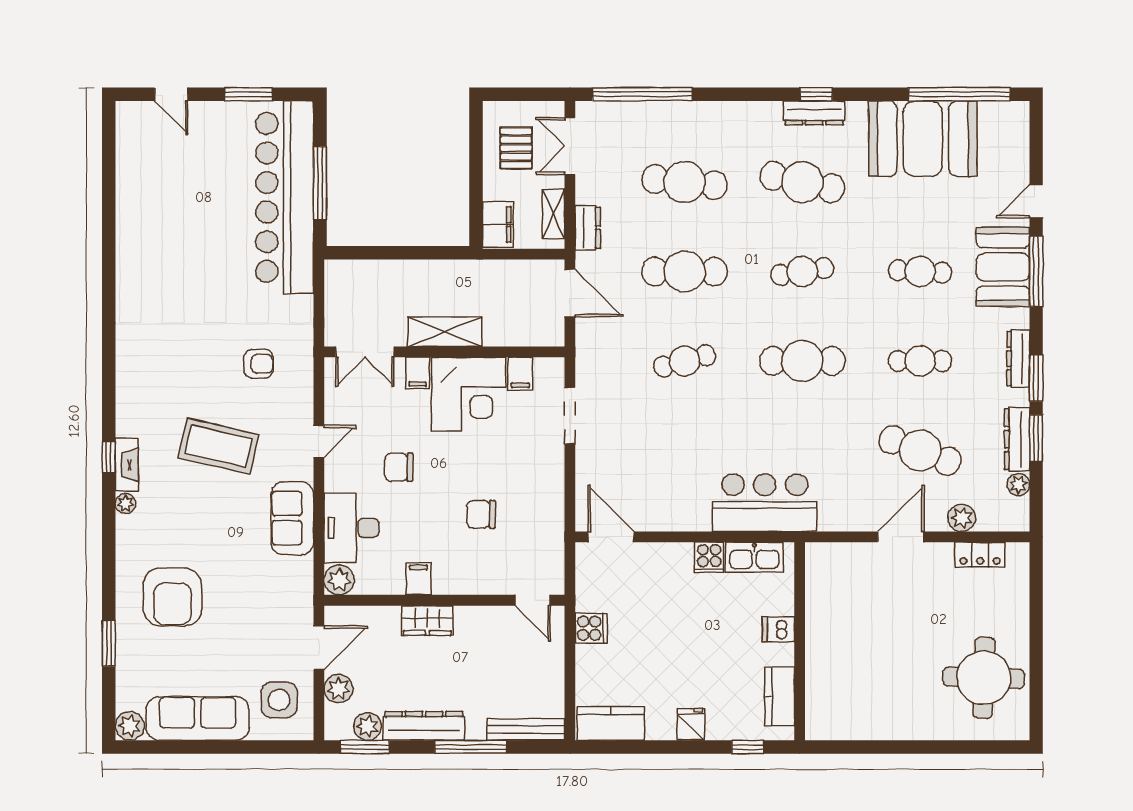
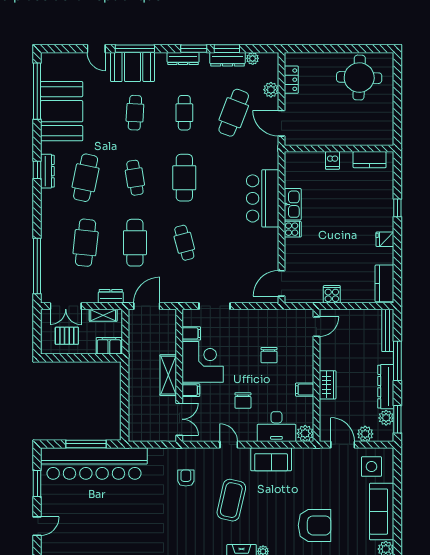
dishwasher: (778, 629) -> (332, 160), moved
wall: (800, 641) -> (339, 149), moved
kitchen counter: (780, 697) -> (370, 160), moved

